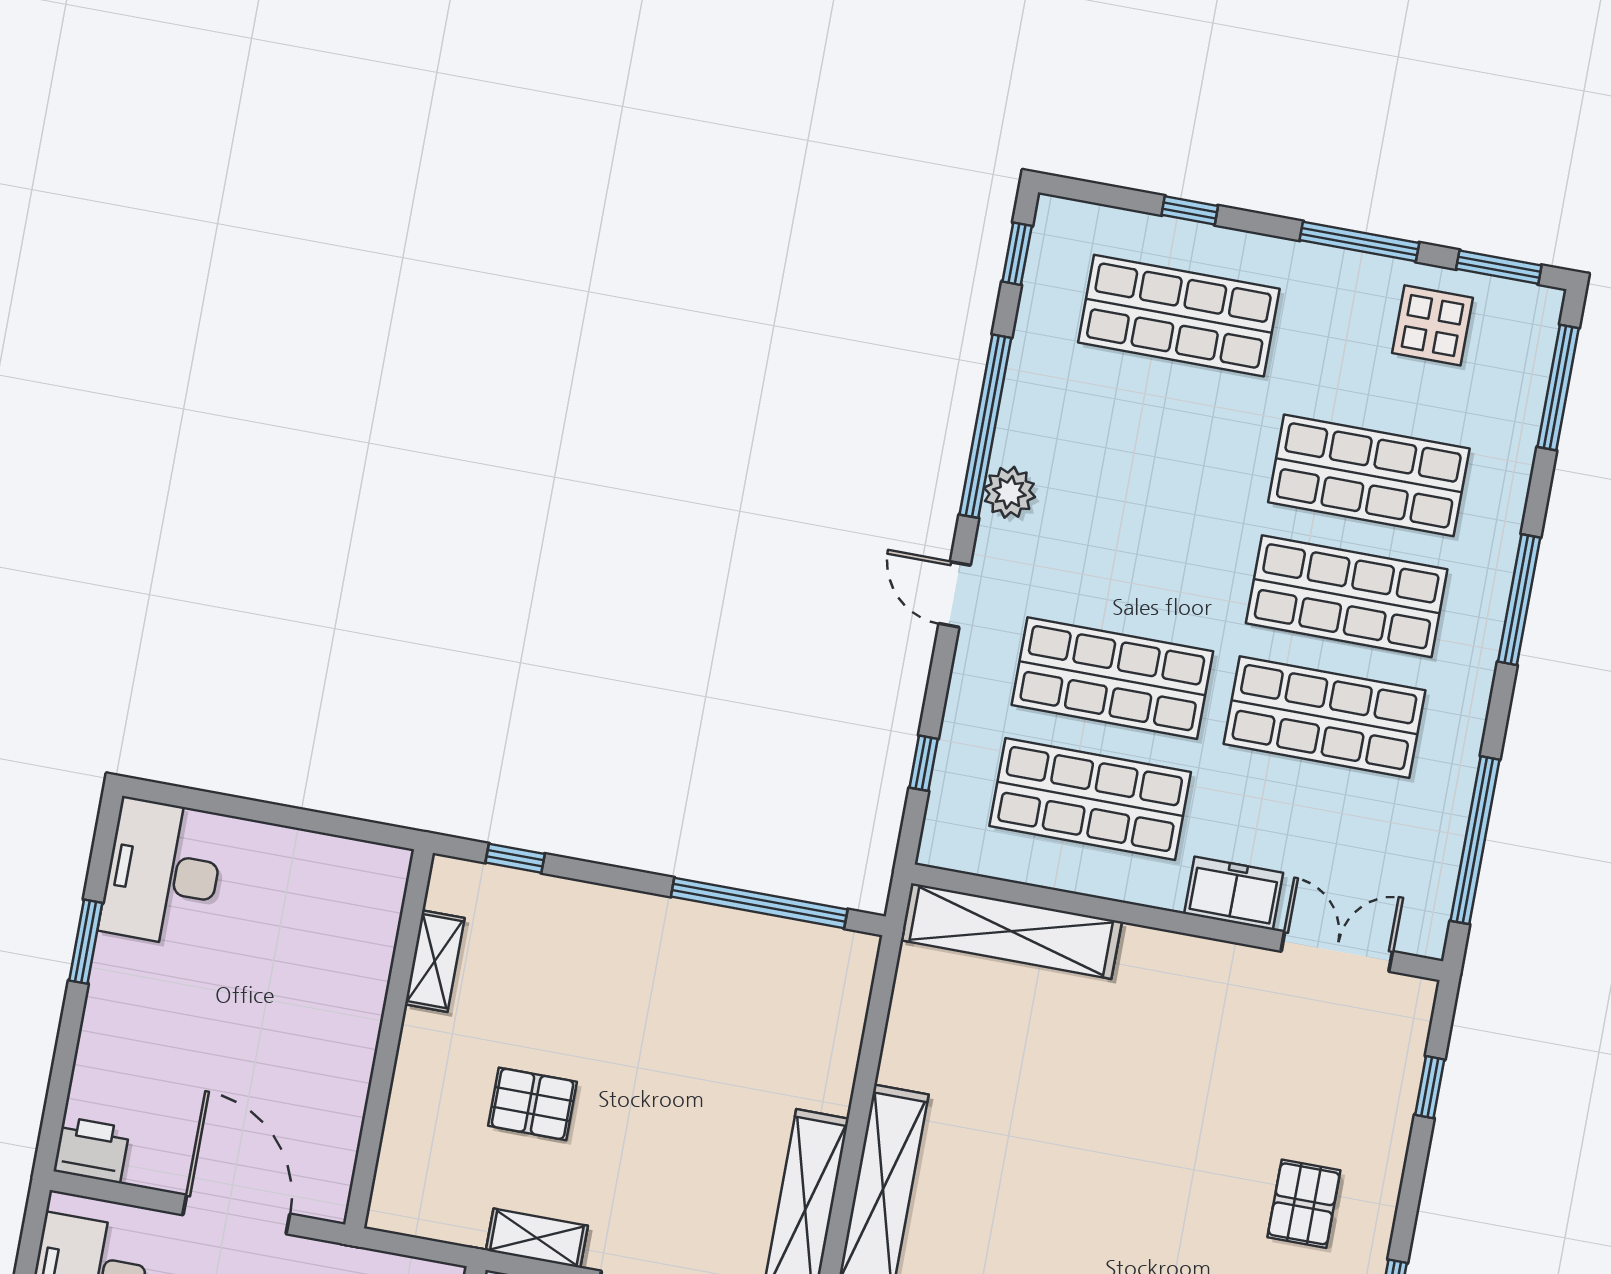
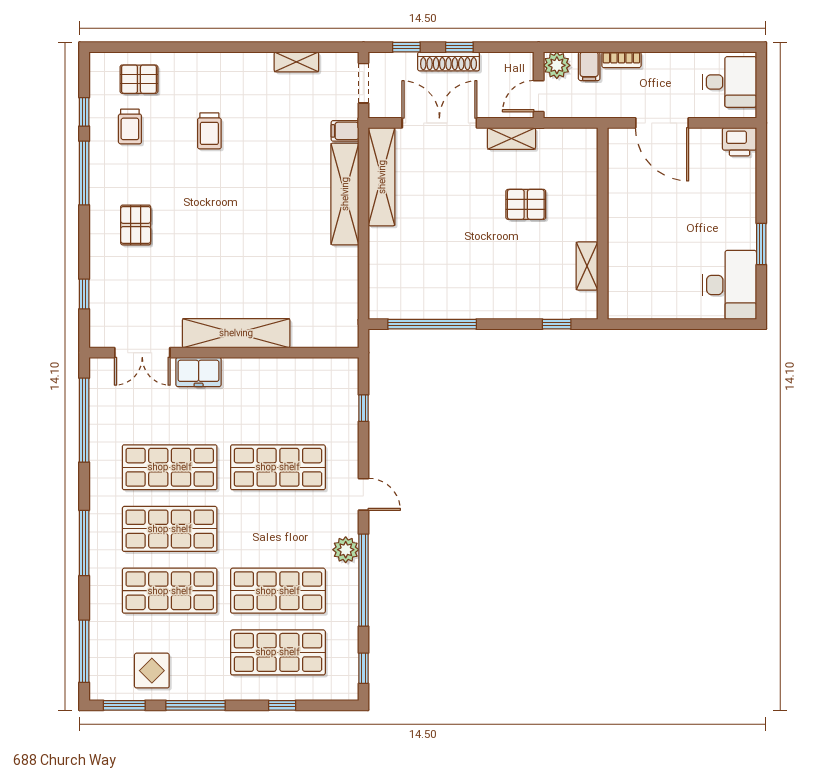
shop shelf: (1090, 799) -> (278, 591), moved
shelving: (1011, 931) -> (236, 333), moved

